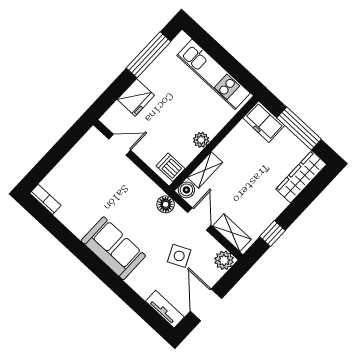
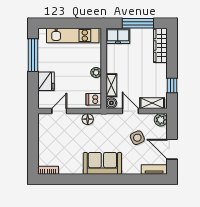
floor lamp: (166, 204) -> (88, 119), moved

